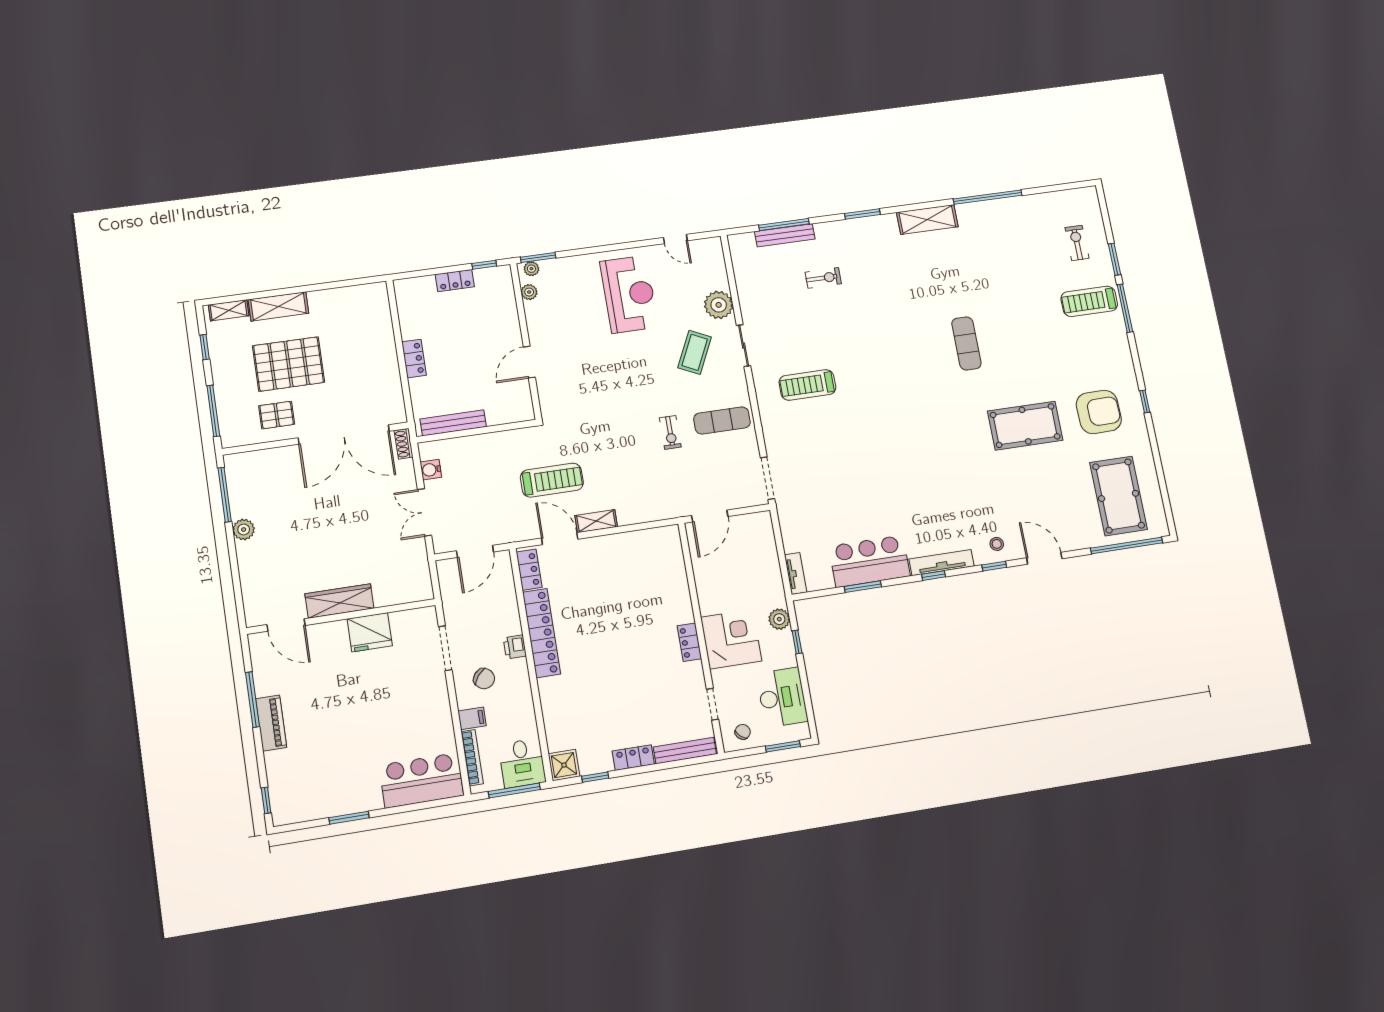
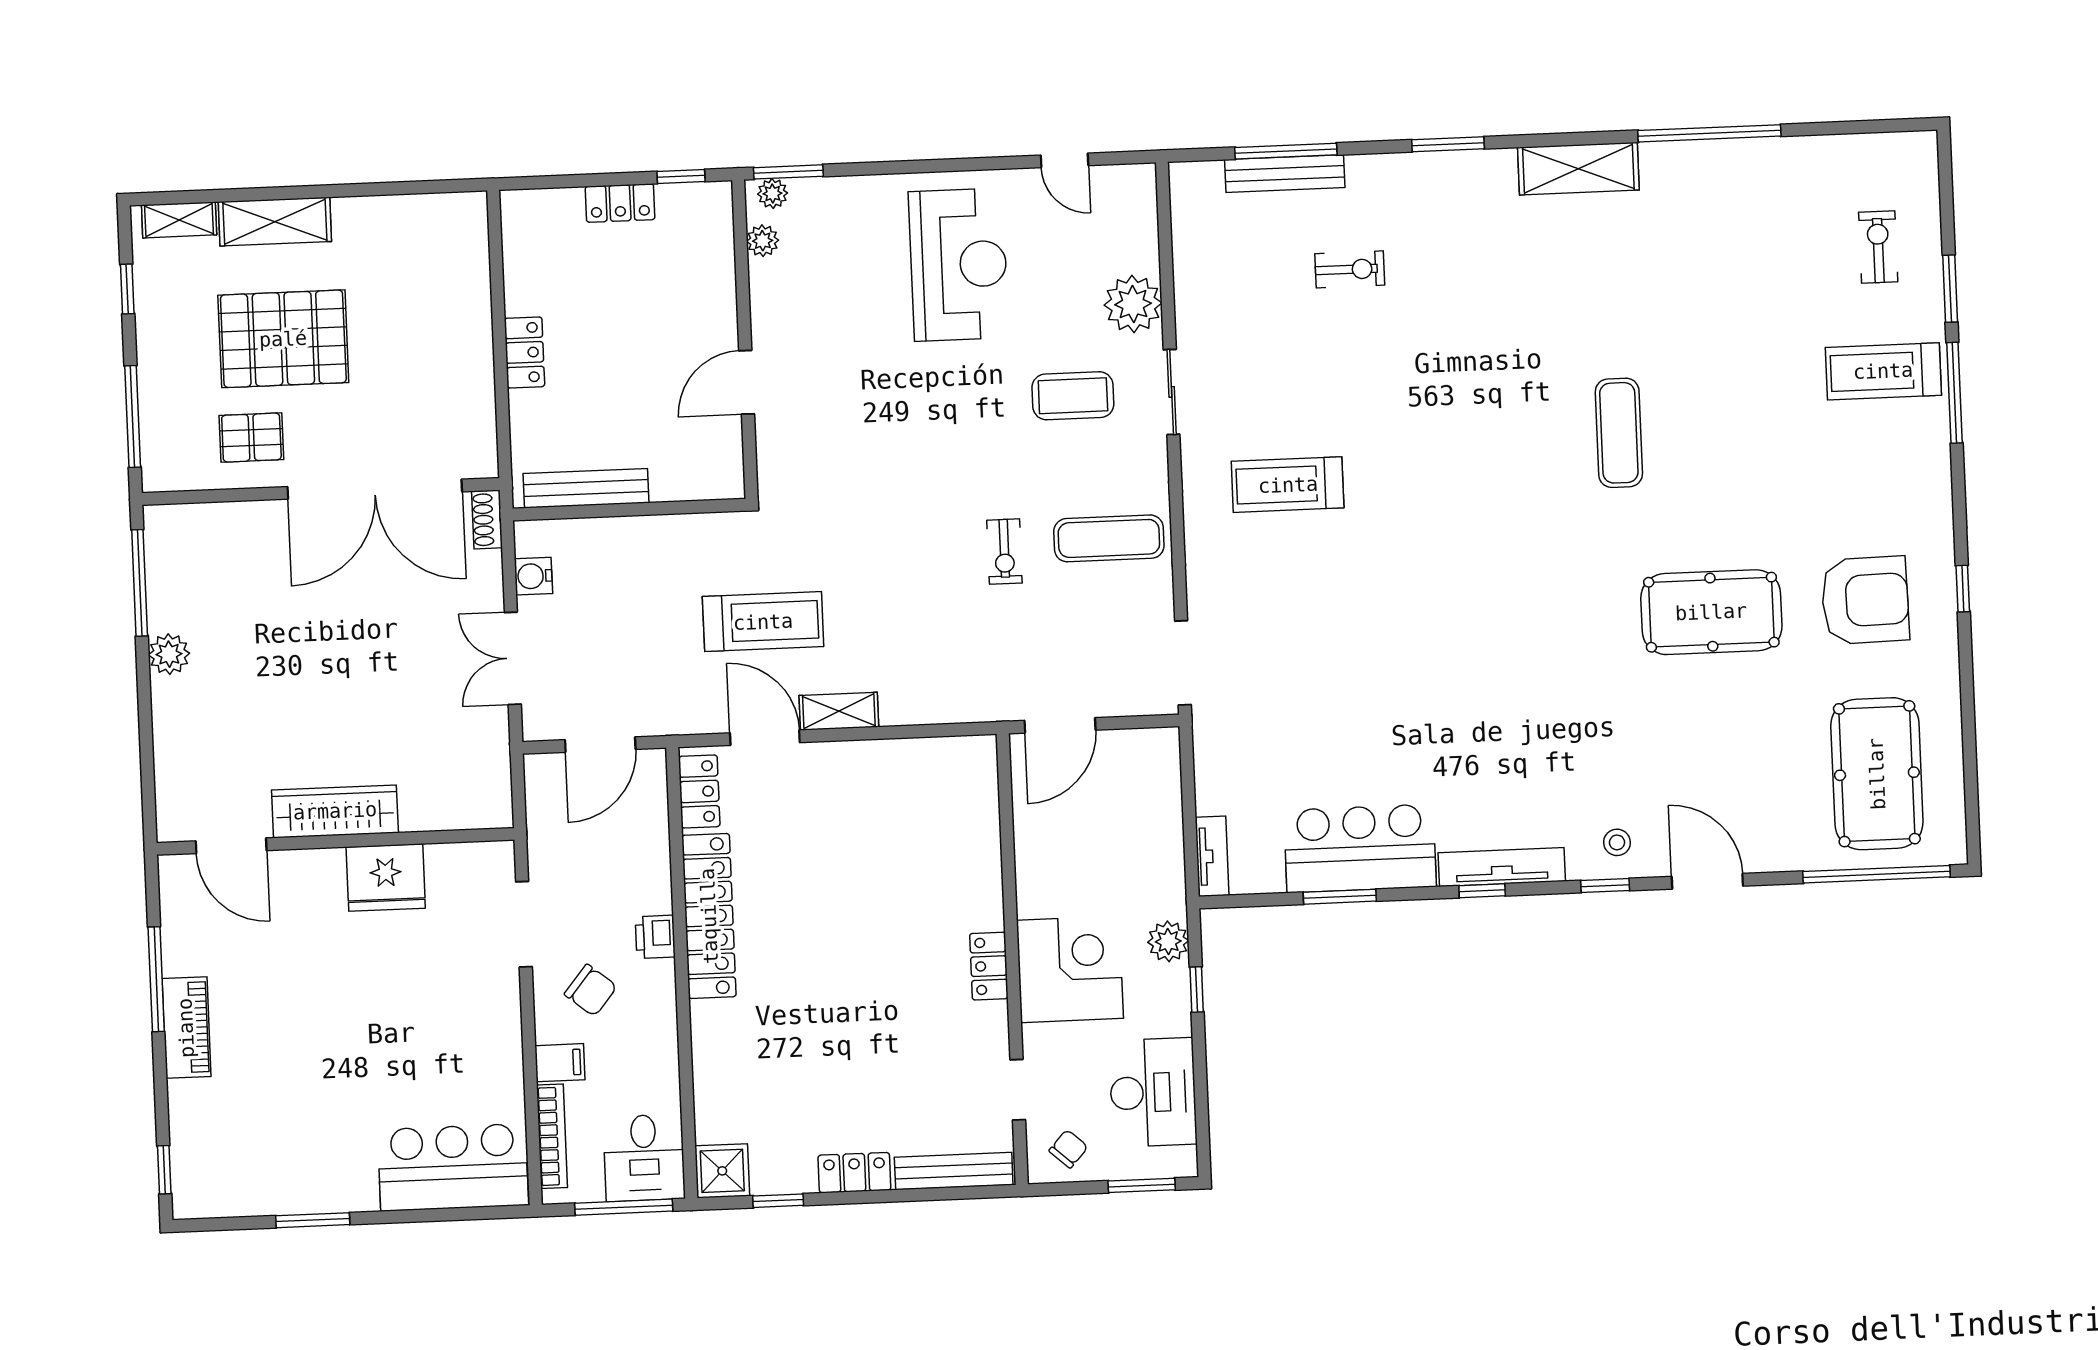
coffee table: (695, 352) -> (1073, 396), turned 64

